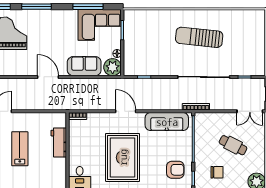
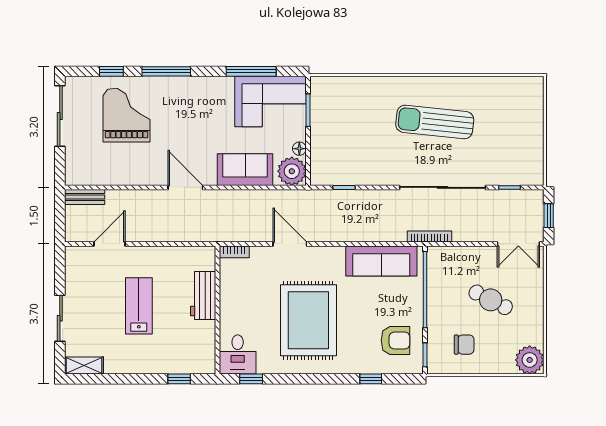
door: (126, 111) -> (290, 244), moved

